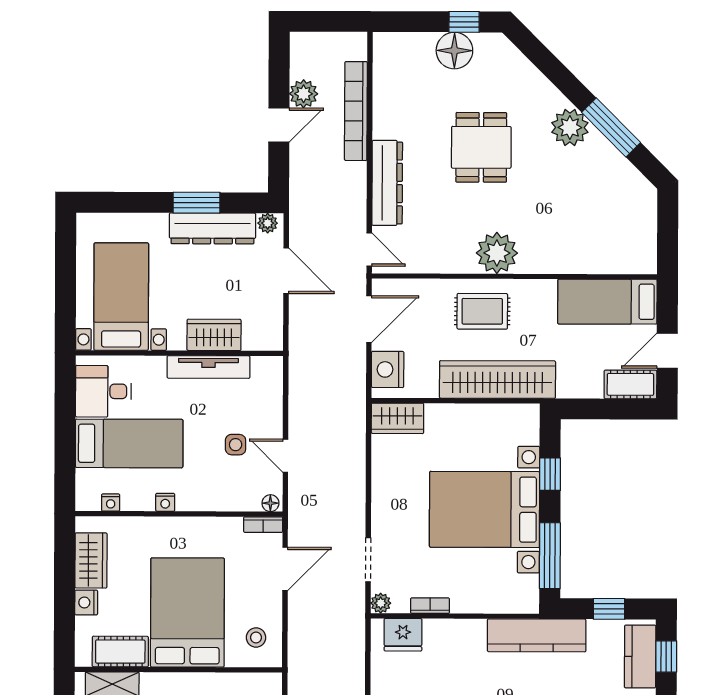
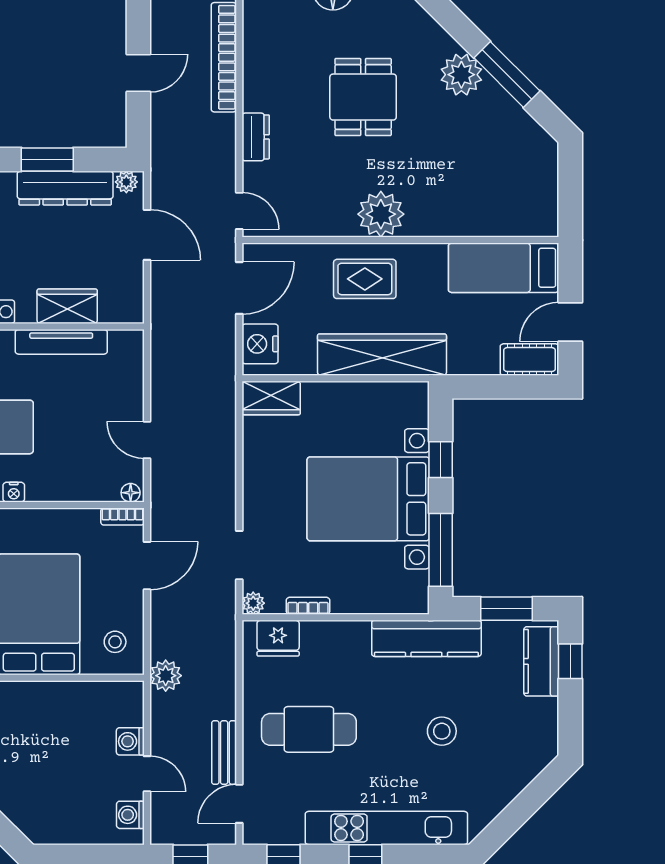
plant: (304, 94) -> (166, 676), moved
dresser: (387, 183) -> (256, 137), width x0.51, depth x0.80
side table: (236, 445) -> (92, 428), removed
window: (609, 609) -> (507, 609), width x1.50

